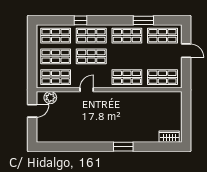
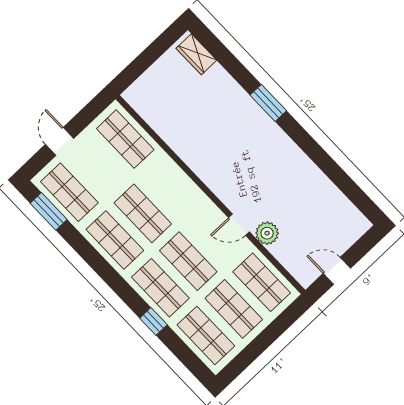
window: (143, 20) -> (49, 211), moved
shop shelf: (127, 77) -> (143, 213), moved
plant: (50, 98) -> (267, 233), moved

